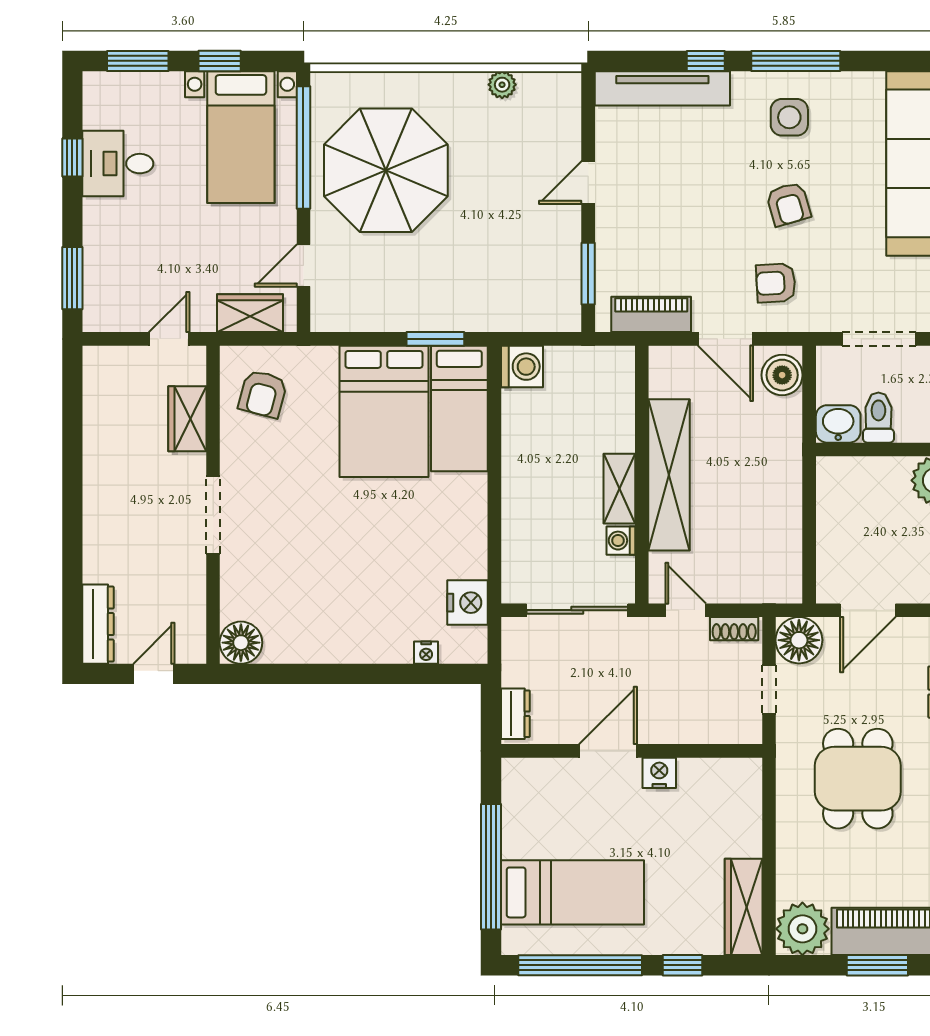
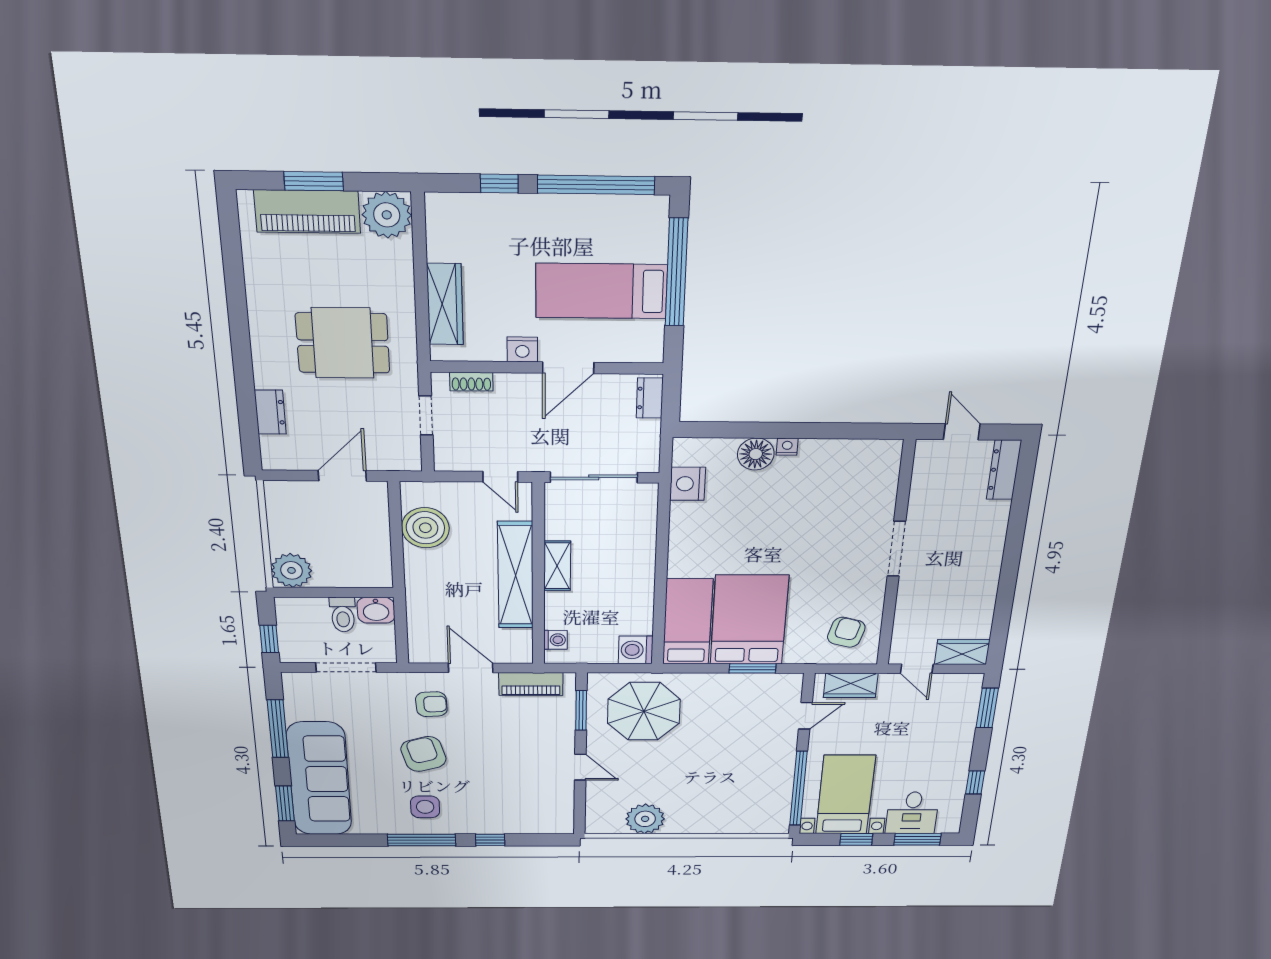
plant: (502, 85) -> (645, 819), width x1.87, depth x1.87
tv unit: (662, 88) -> (523, 824), removed
desk: (118, 164) -> (912, 813), moved, turned 90
parasol: (386, 170) -> (644, 711), moved, width x0.73, depth x0.73
door: (588, 183) -> (580, 767), hinge flipped
armchair: (788, 204) -> (423, 754), width x1.38, depth x1.38
door: (169, 339) -> (917, 669), hinge flipped
window: (435, 339) -> (752, 668), moved
boiler: (782, 375) -> (425, 528), moved, width x1.37, depth x1.37
wardrobe: (187, 419) -> (962, 652), moved, turned -90
washing machine: (621, 541) -> (555, 640), moved
shoe rack: (734, 629) -> (471, 382), moved, turned 180
floor lamp: (799, 640) -> (401, 453), removed
floor lamp: (241, 643) -> (756, 454), moved
nightstand: (426, 653) -> (787, 447), moved
door: (154, 674) -> (962, 432), swing flipped
dining table: (858, 779) -> (343, 343), turned 90
bed: (572, 892) -> (601, 291), moved
wardrobe: (744, 907) -> (445, 304), moved

